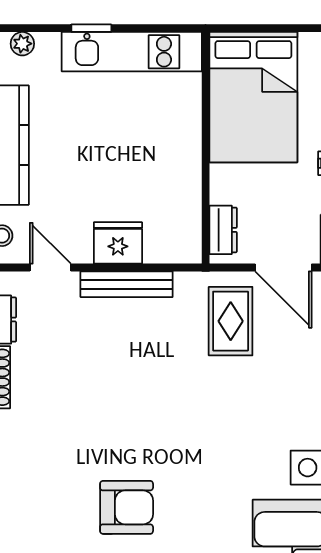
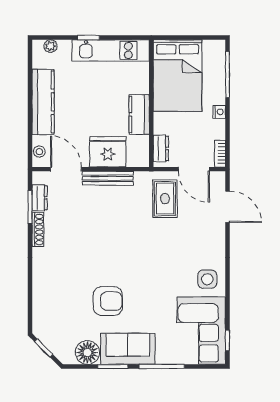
kitchen counter: (184, 168) -> (139, 114), added
fridge: (118, 243) -> (108, 152), width x1.36, depth x1.34
door: (50, 267) -> (66, 169), width x1.38

